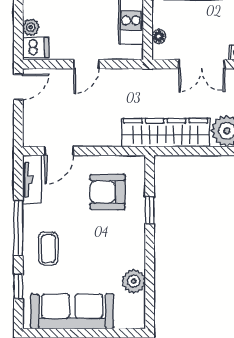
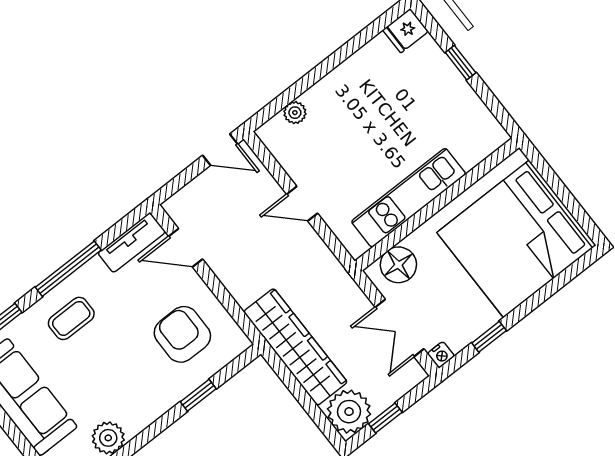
floor lamp: (159, 36) -> (398, 265), width x1.89, depth x1.89
dishwasher: (36, 47) -> (277, 135), removed

